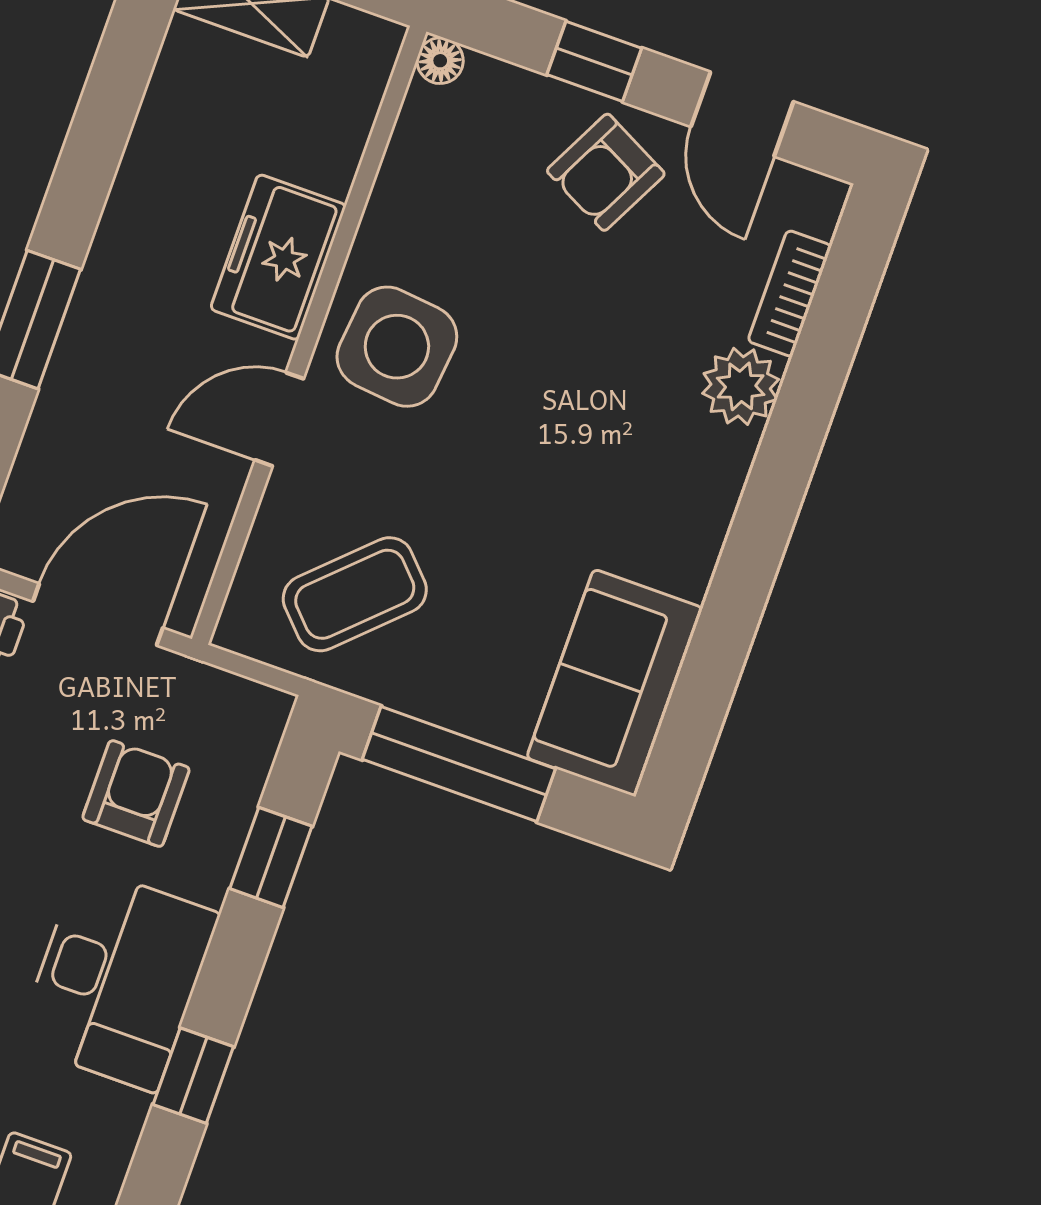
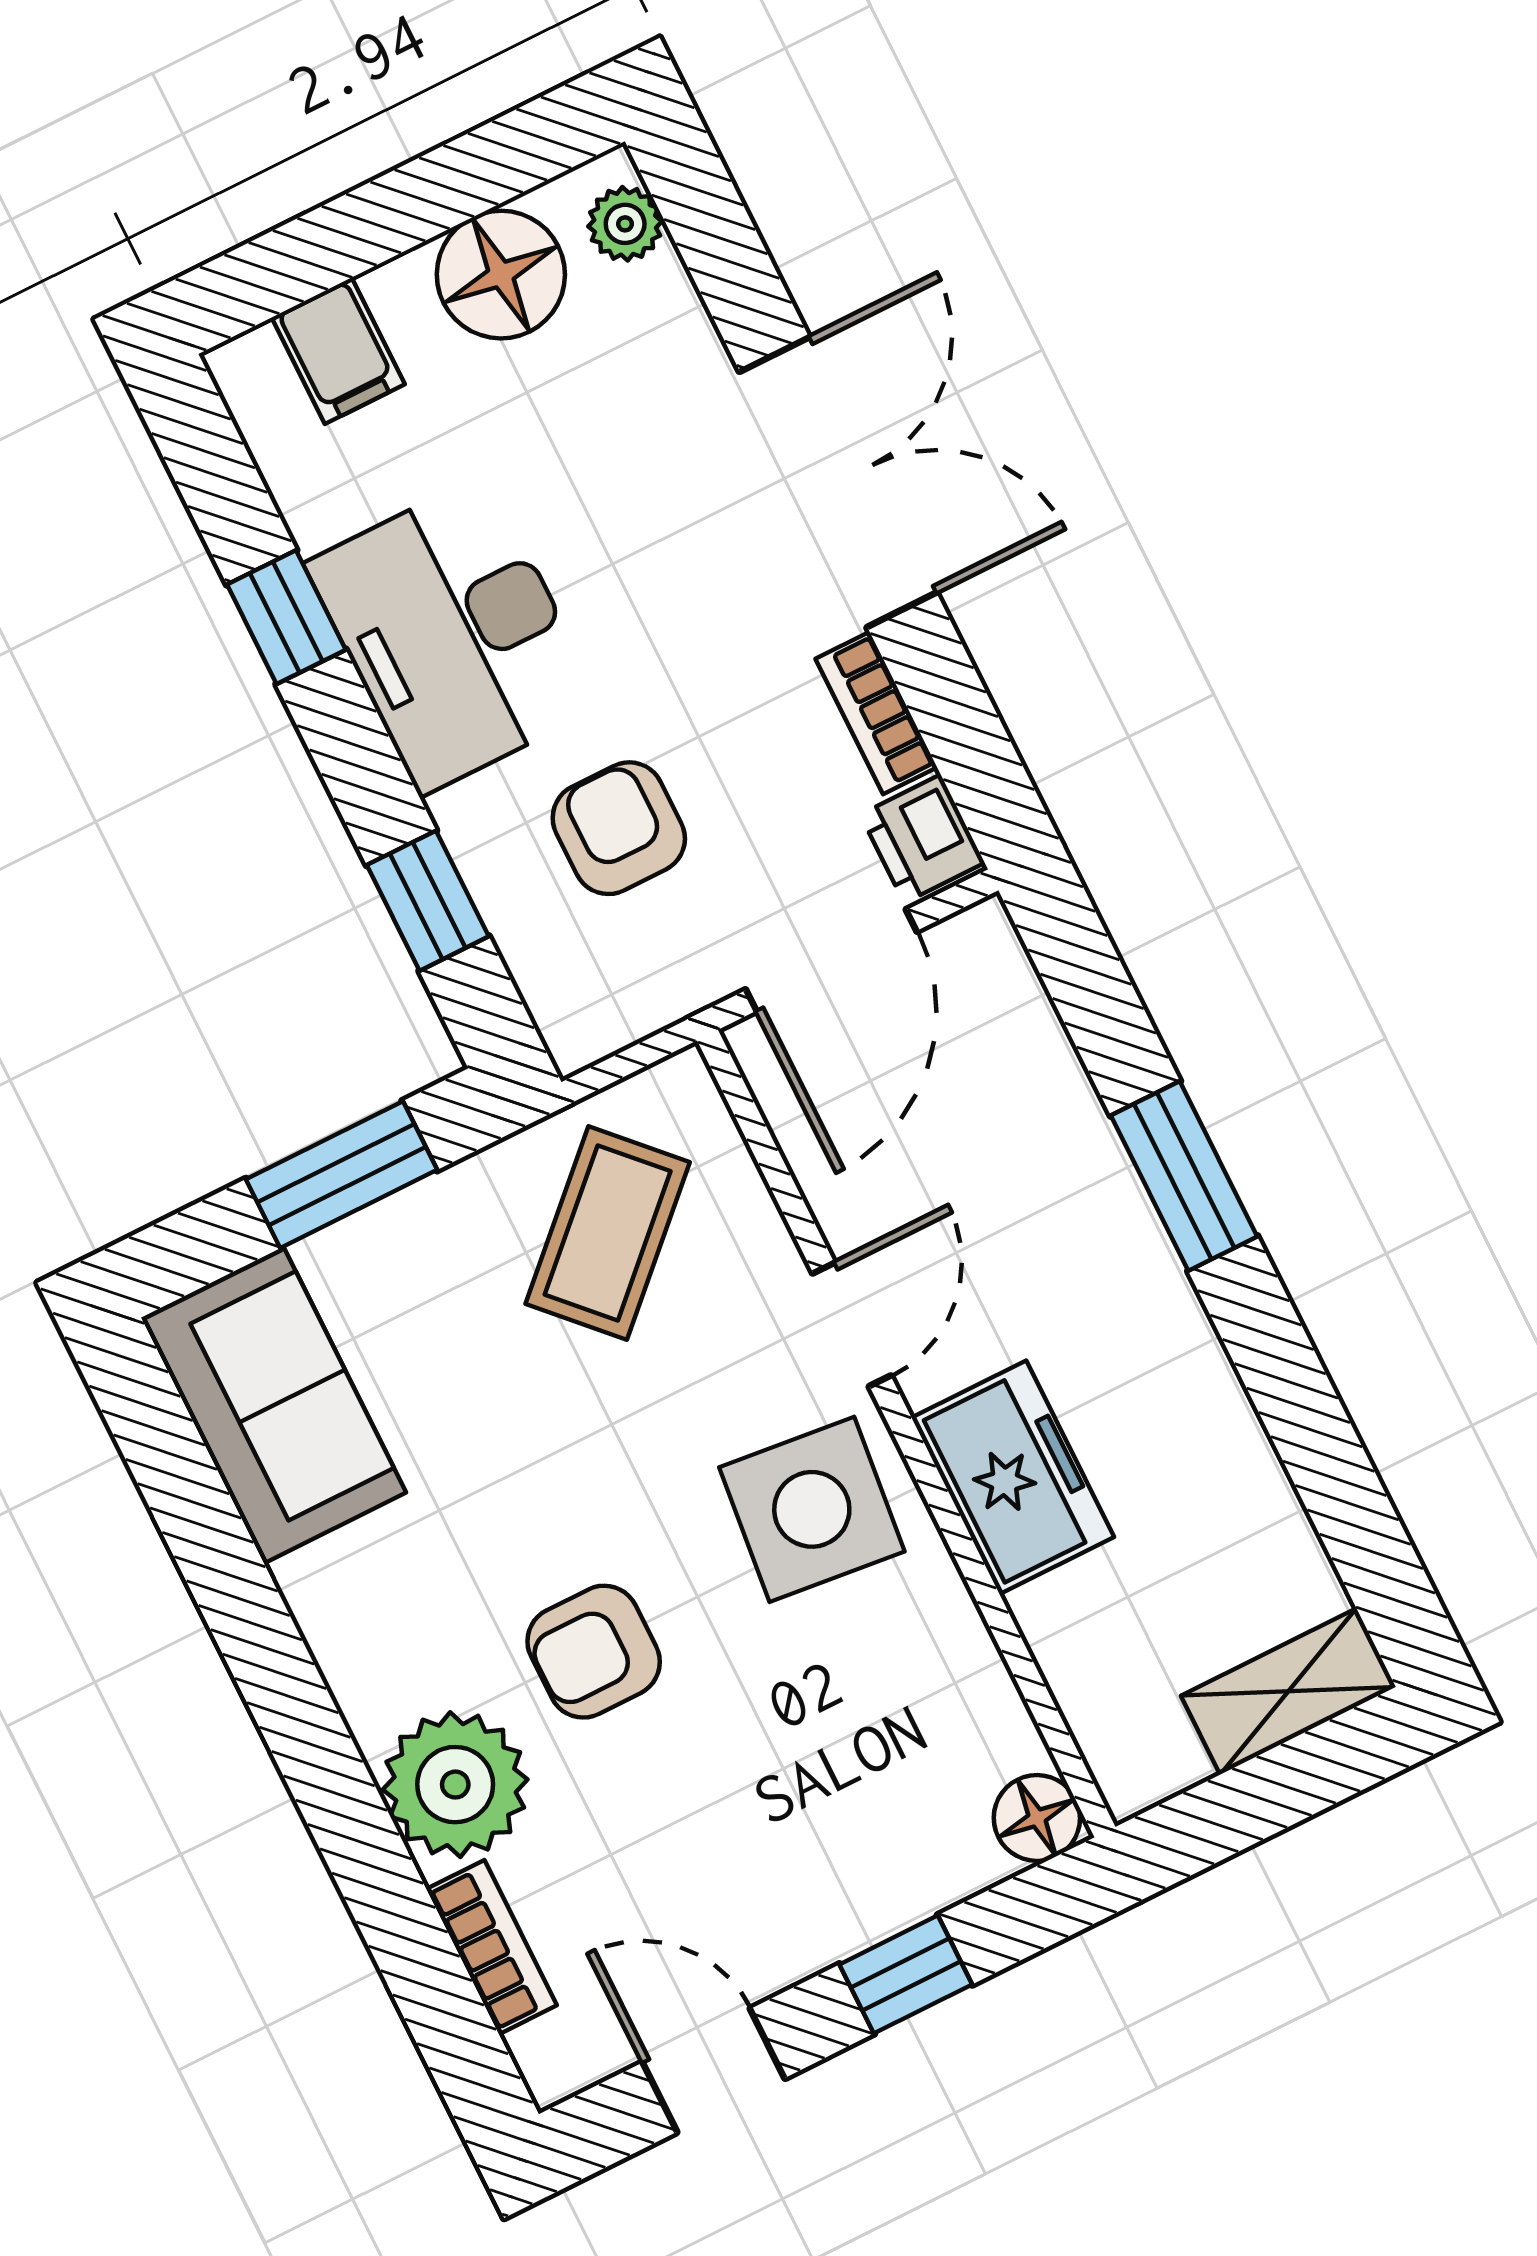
floor lamp: (440, 61) -> (1037, 1818), width x1.37, depth x1.37
armchair: (606, 172) -> (594, 1652), moved, turned -117
plant: (741, 386) -> (455, 1785), width x1.36, depth x1.36
window: (459, 764) -> (342, 1175), width x0.69
armchair: (136, 794) -> (619, 828), turned 180

